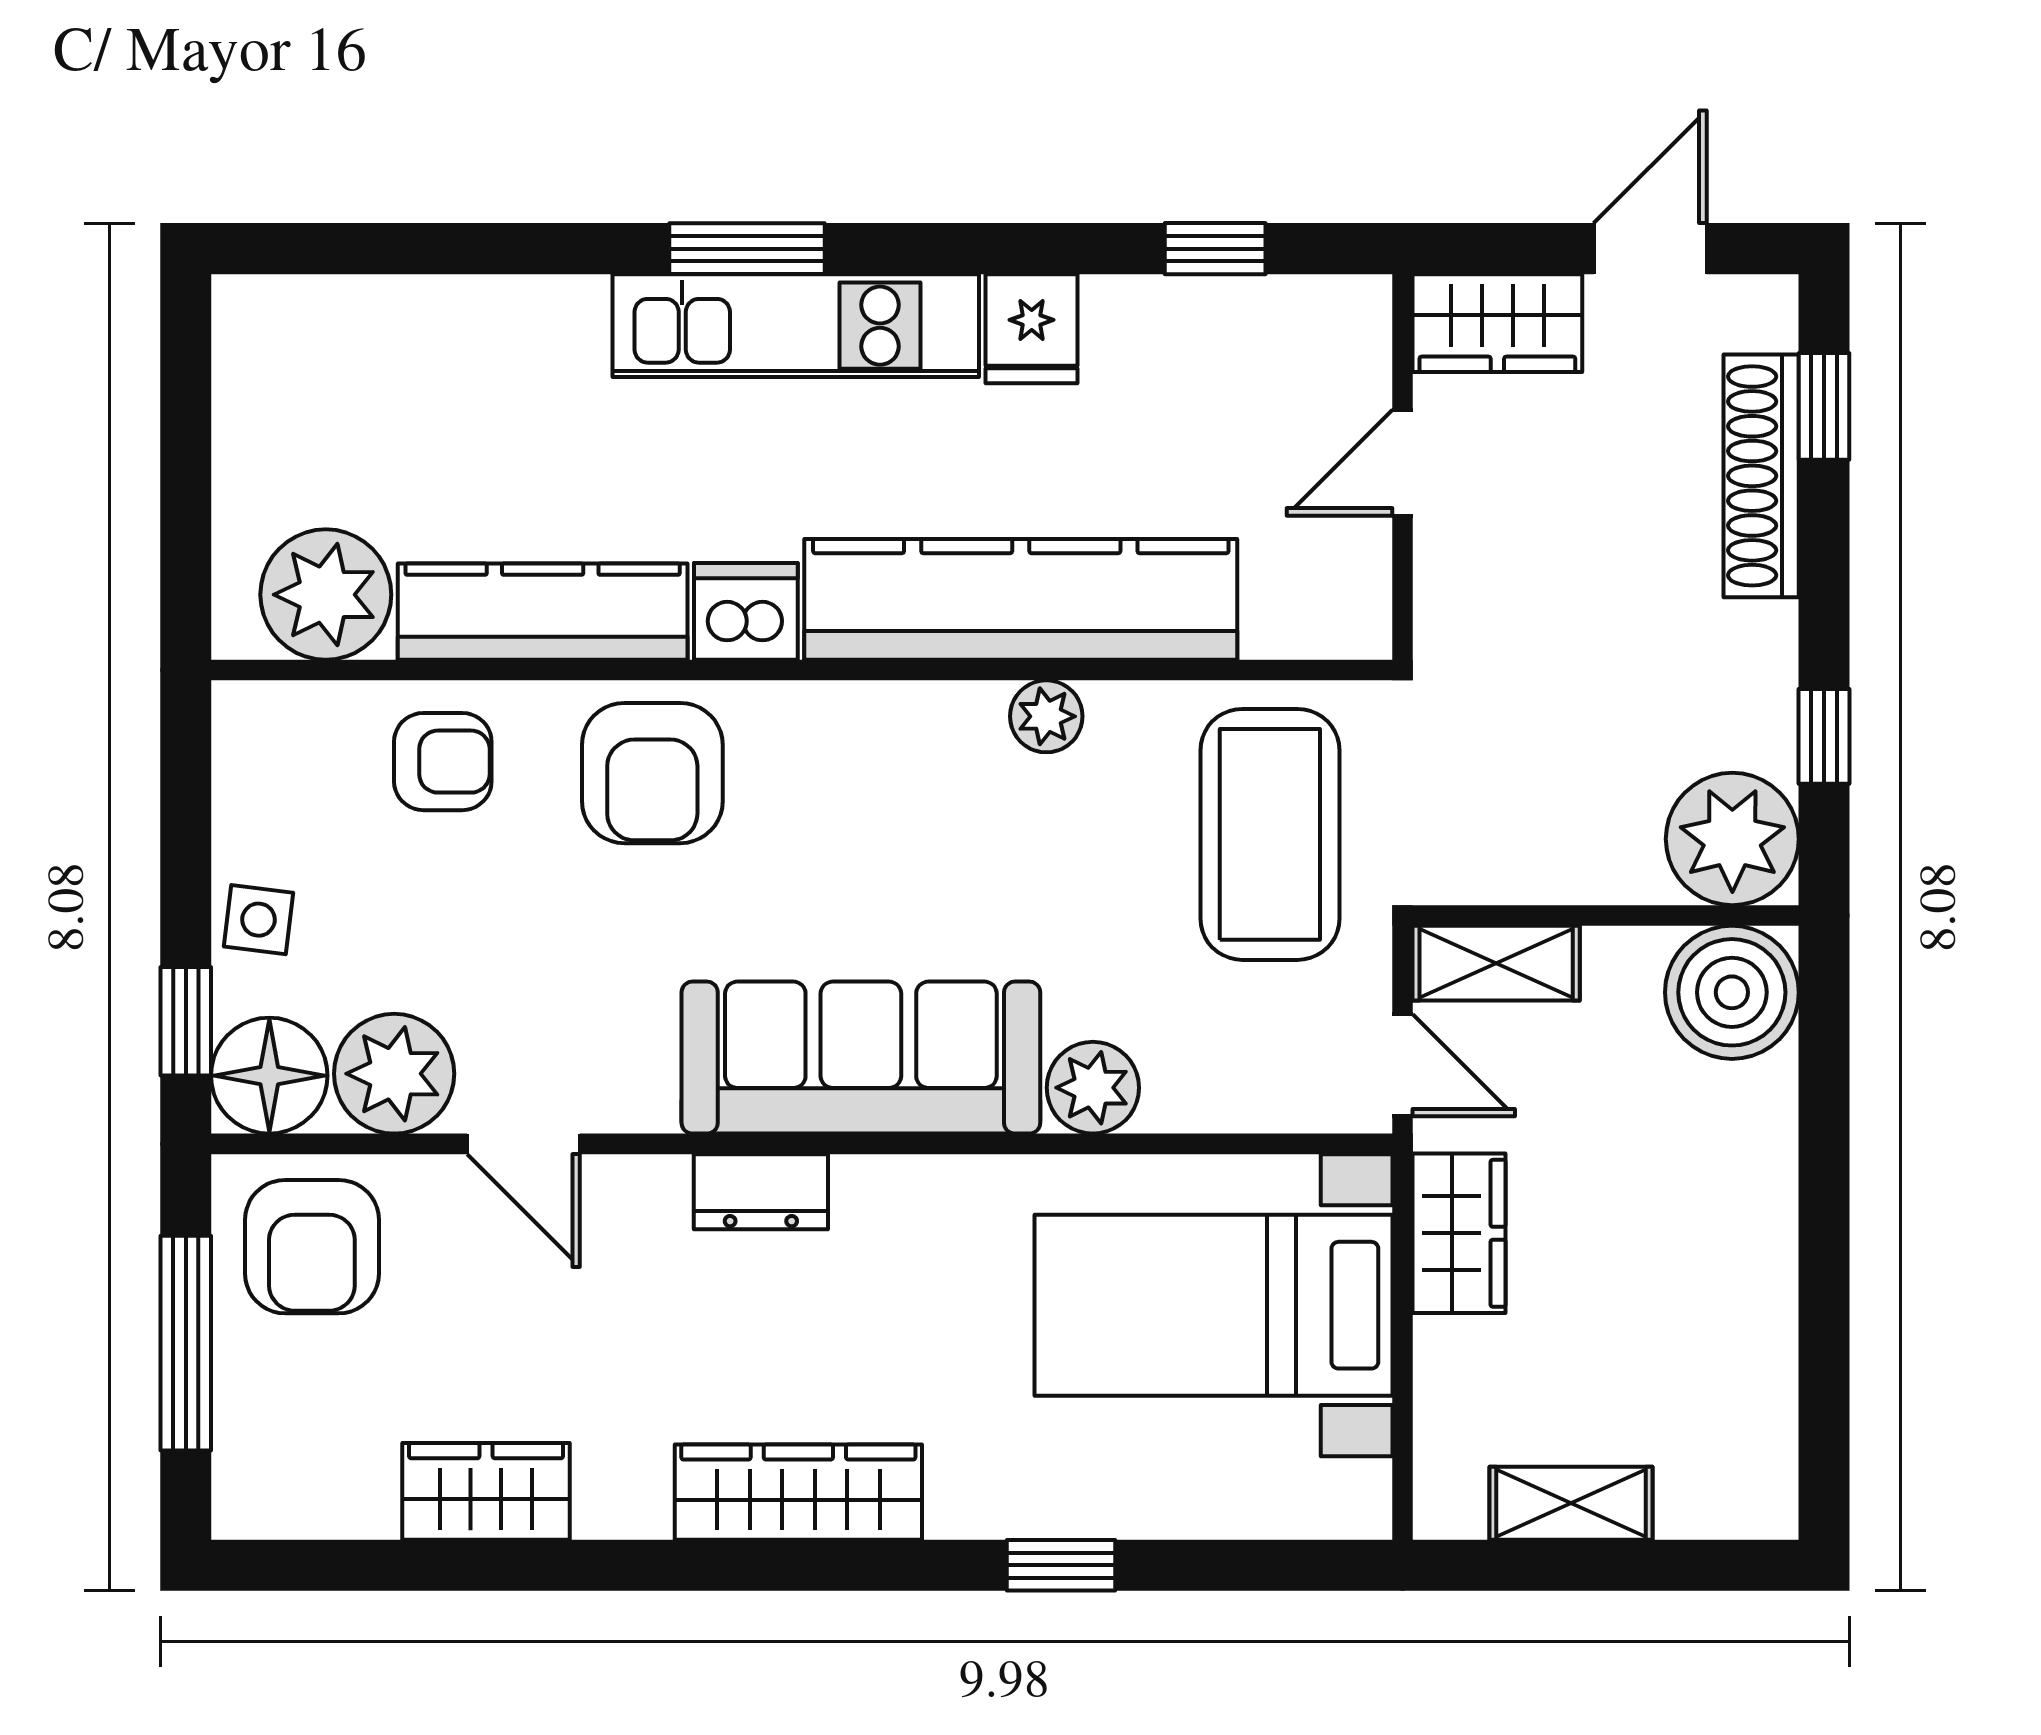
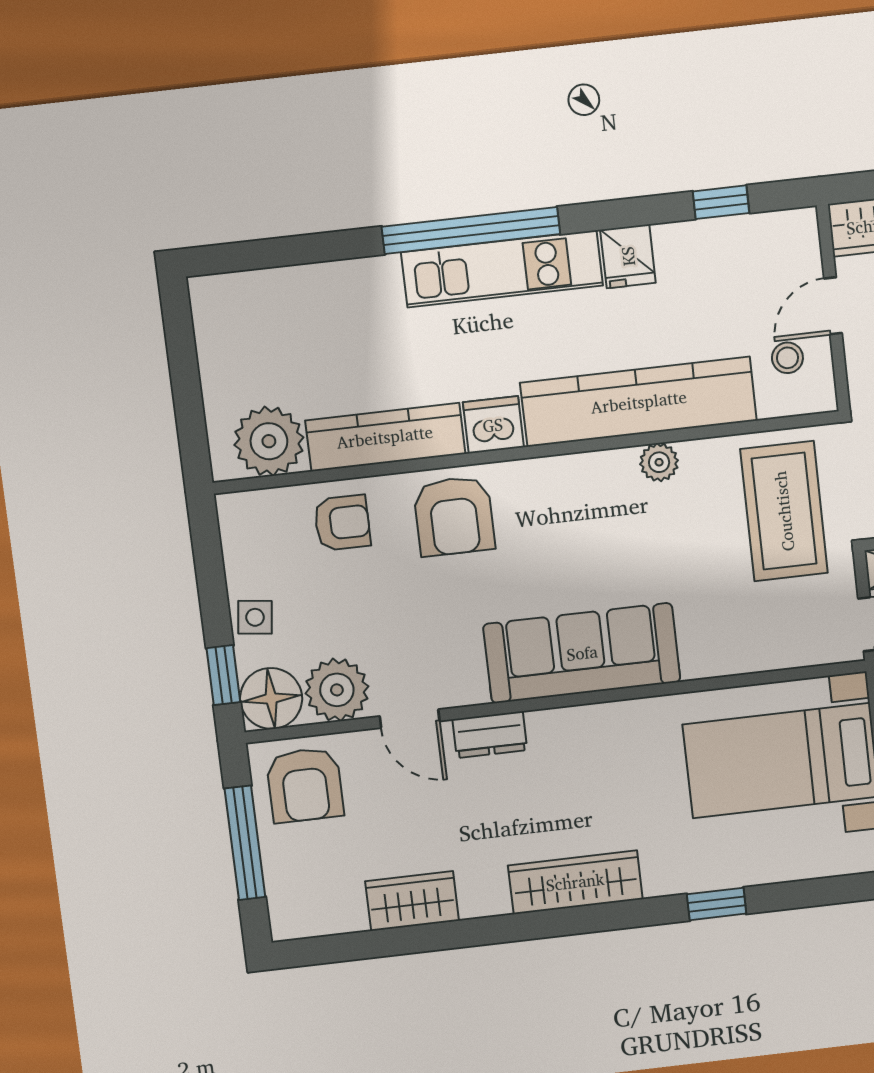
window: (747, 249) -> (471, 230), width x2.11
stool: (1307, 549) -> (787, 358), added
plant: (1093, 1088) -> (706, 655), removed
dresser: (761, 1192) -> (490, 735), moved

